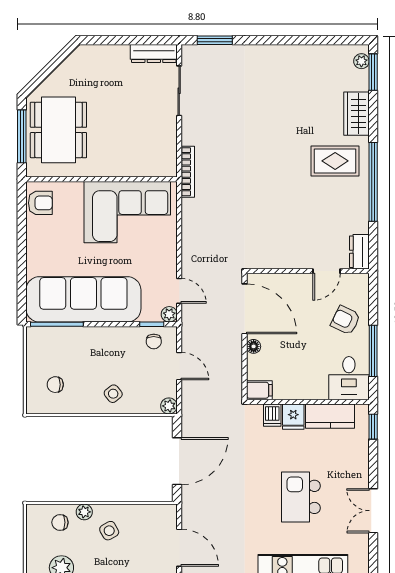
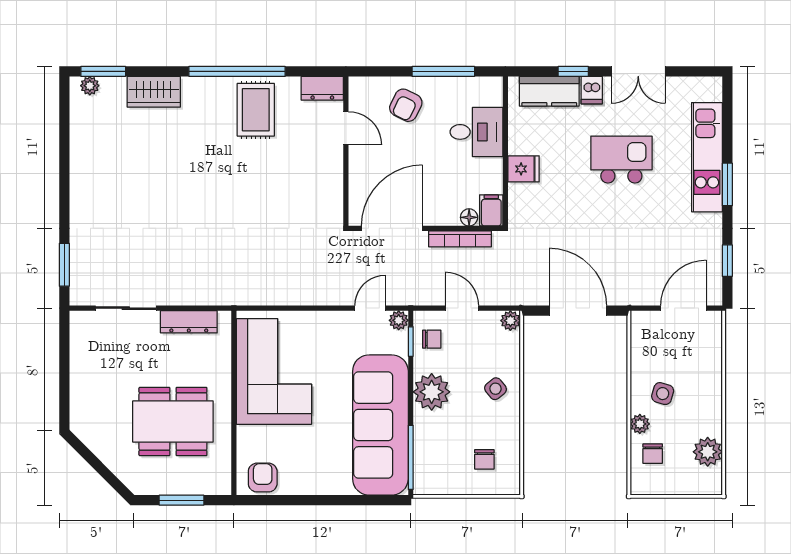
dresser: (154, 54) -> (189, 322), moved, turned 90
dining table: (58, 130) -> (173, 421), moved
window: (22, 136) -> (182, 500), width x0.69
rug: (335, 161) -> (256, 110), moved
bookcase: (188, 172) -> (460, 239), moved, turned 180
plant: (111, 341) -> (432, 392), added
floor lamp: (254, 346) -> (469, 217), moved
door: (179, 366) -> (462, 308), hinge flipped
desk: (349, 378) -> (476, 132), moved
dishwasher: (272, 415) -> (592, 90), moved, turned 90
kitchen counter: (330, 416) -> (549, 91), moved, turned 90
window: (373, 427) -> (573, 71), moved
kitchen island: (301, 497) -> (621, 160), turned 180
side table: (109, 531) -> (663, 394), turned 45

